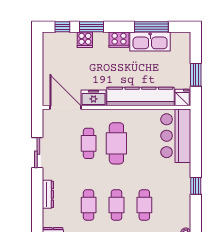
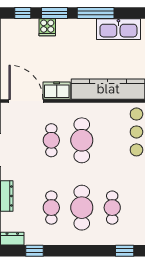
window: (151, 27) -> (96, 13), moved
cooker: (119, 40) -> (85, 27), removed
cafe table: (116, 205) -> (82, 208), width x1.37, depth x1.35

